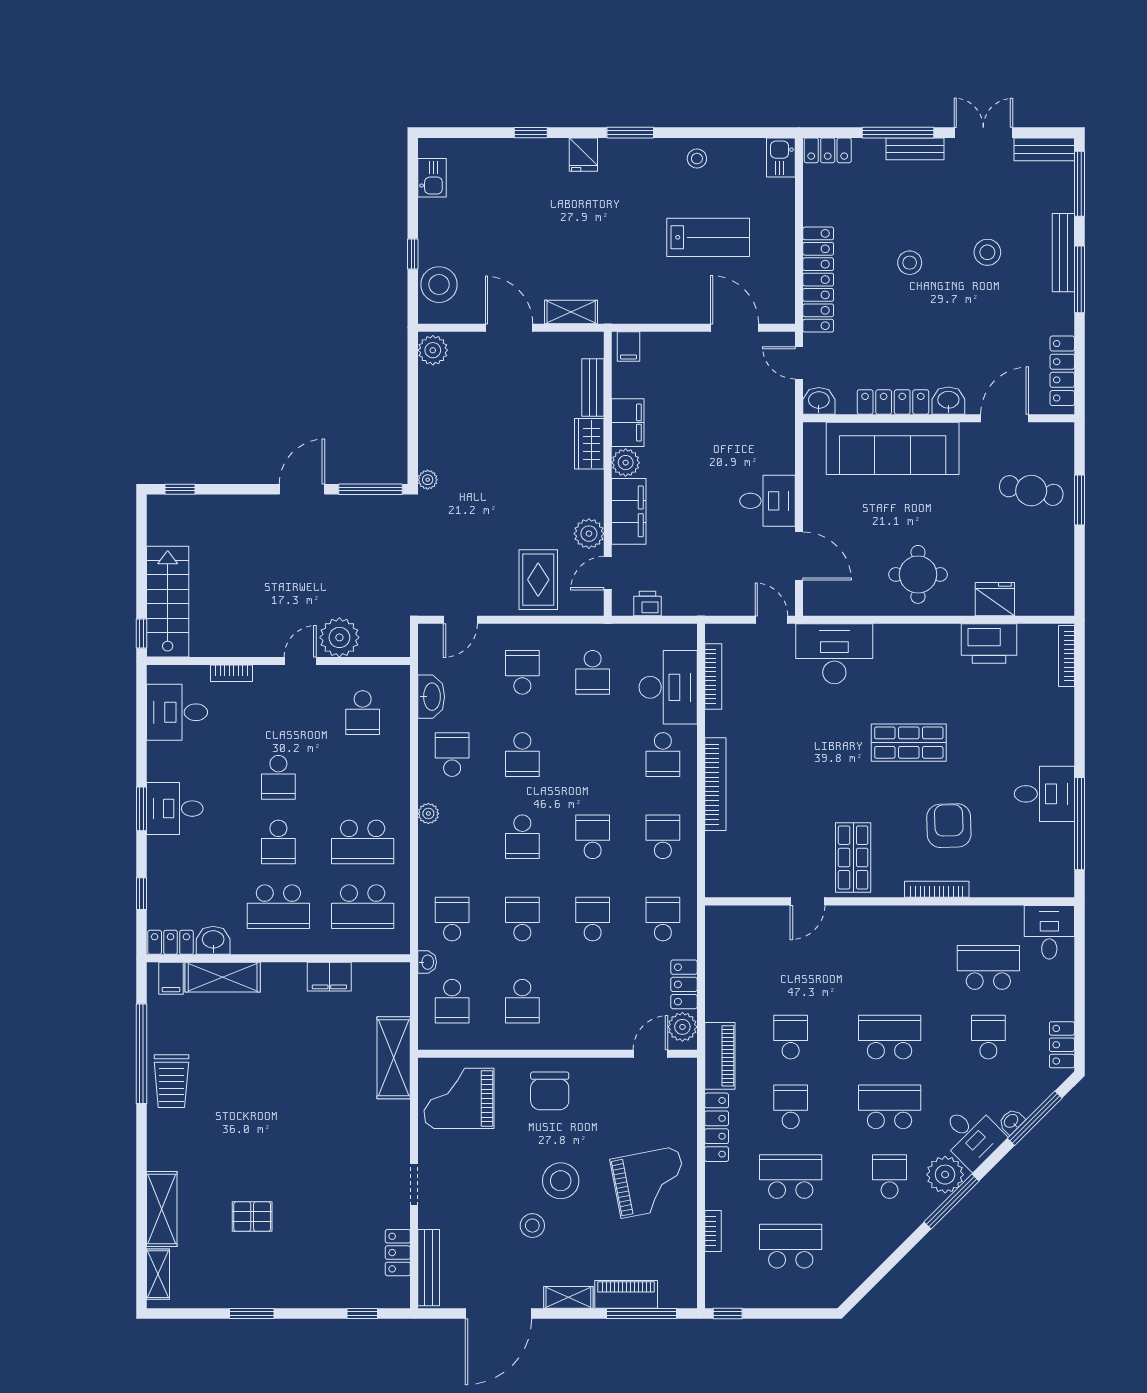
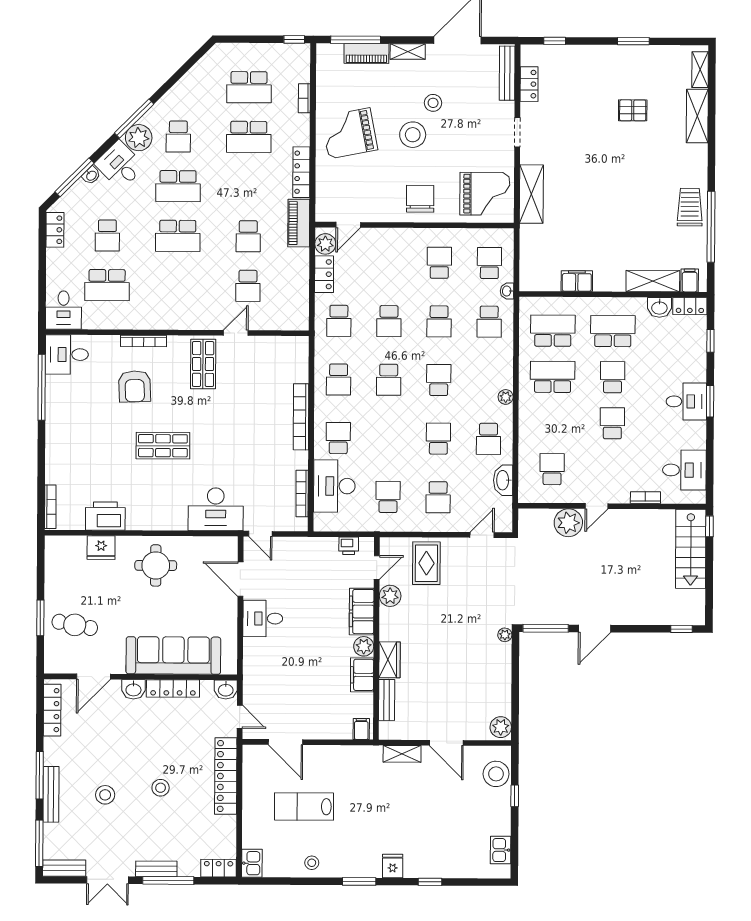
desk: (1044, 794) -> (67, 355), moved
shelving: (394, 1058) -> (531, 194), moved
school desk: (791, 1107) -> (248, 286), moved

